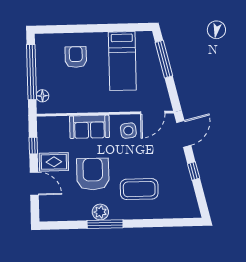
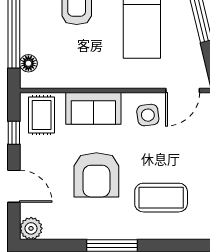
rug: (54, 162) -> (42, 115), moved, turned 90
armchair: (93, 174) -> (96, 175), turned 180
plant: (100, 212) -> (31, 228), moved

